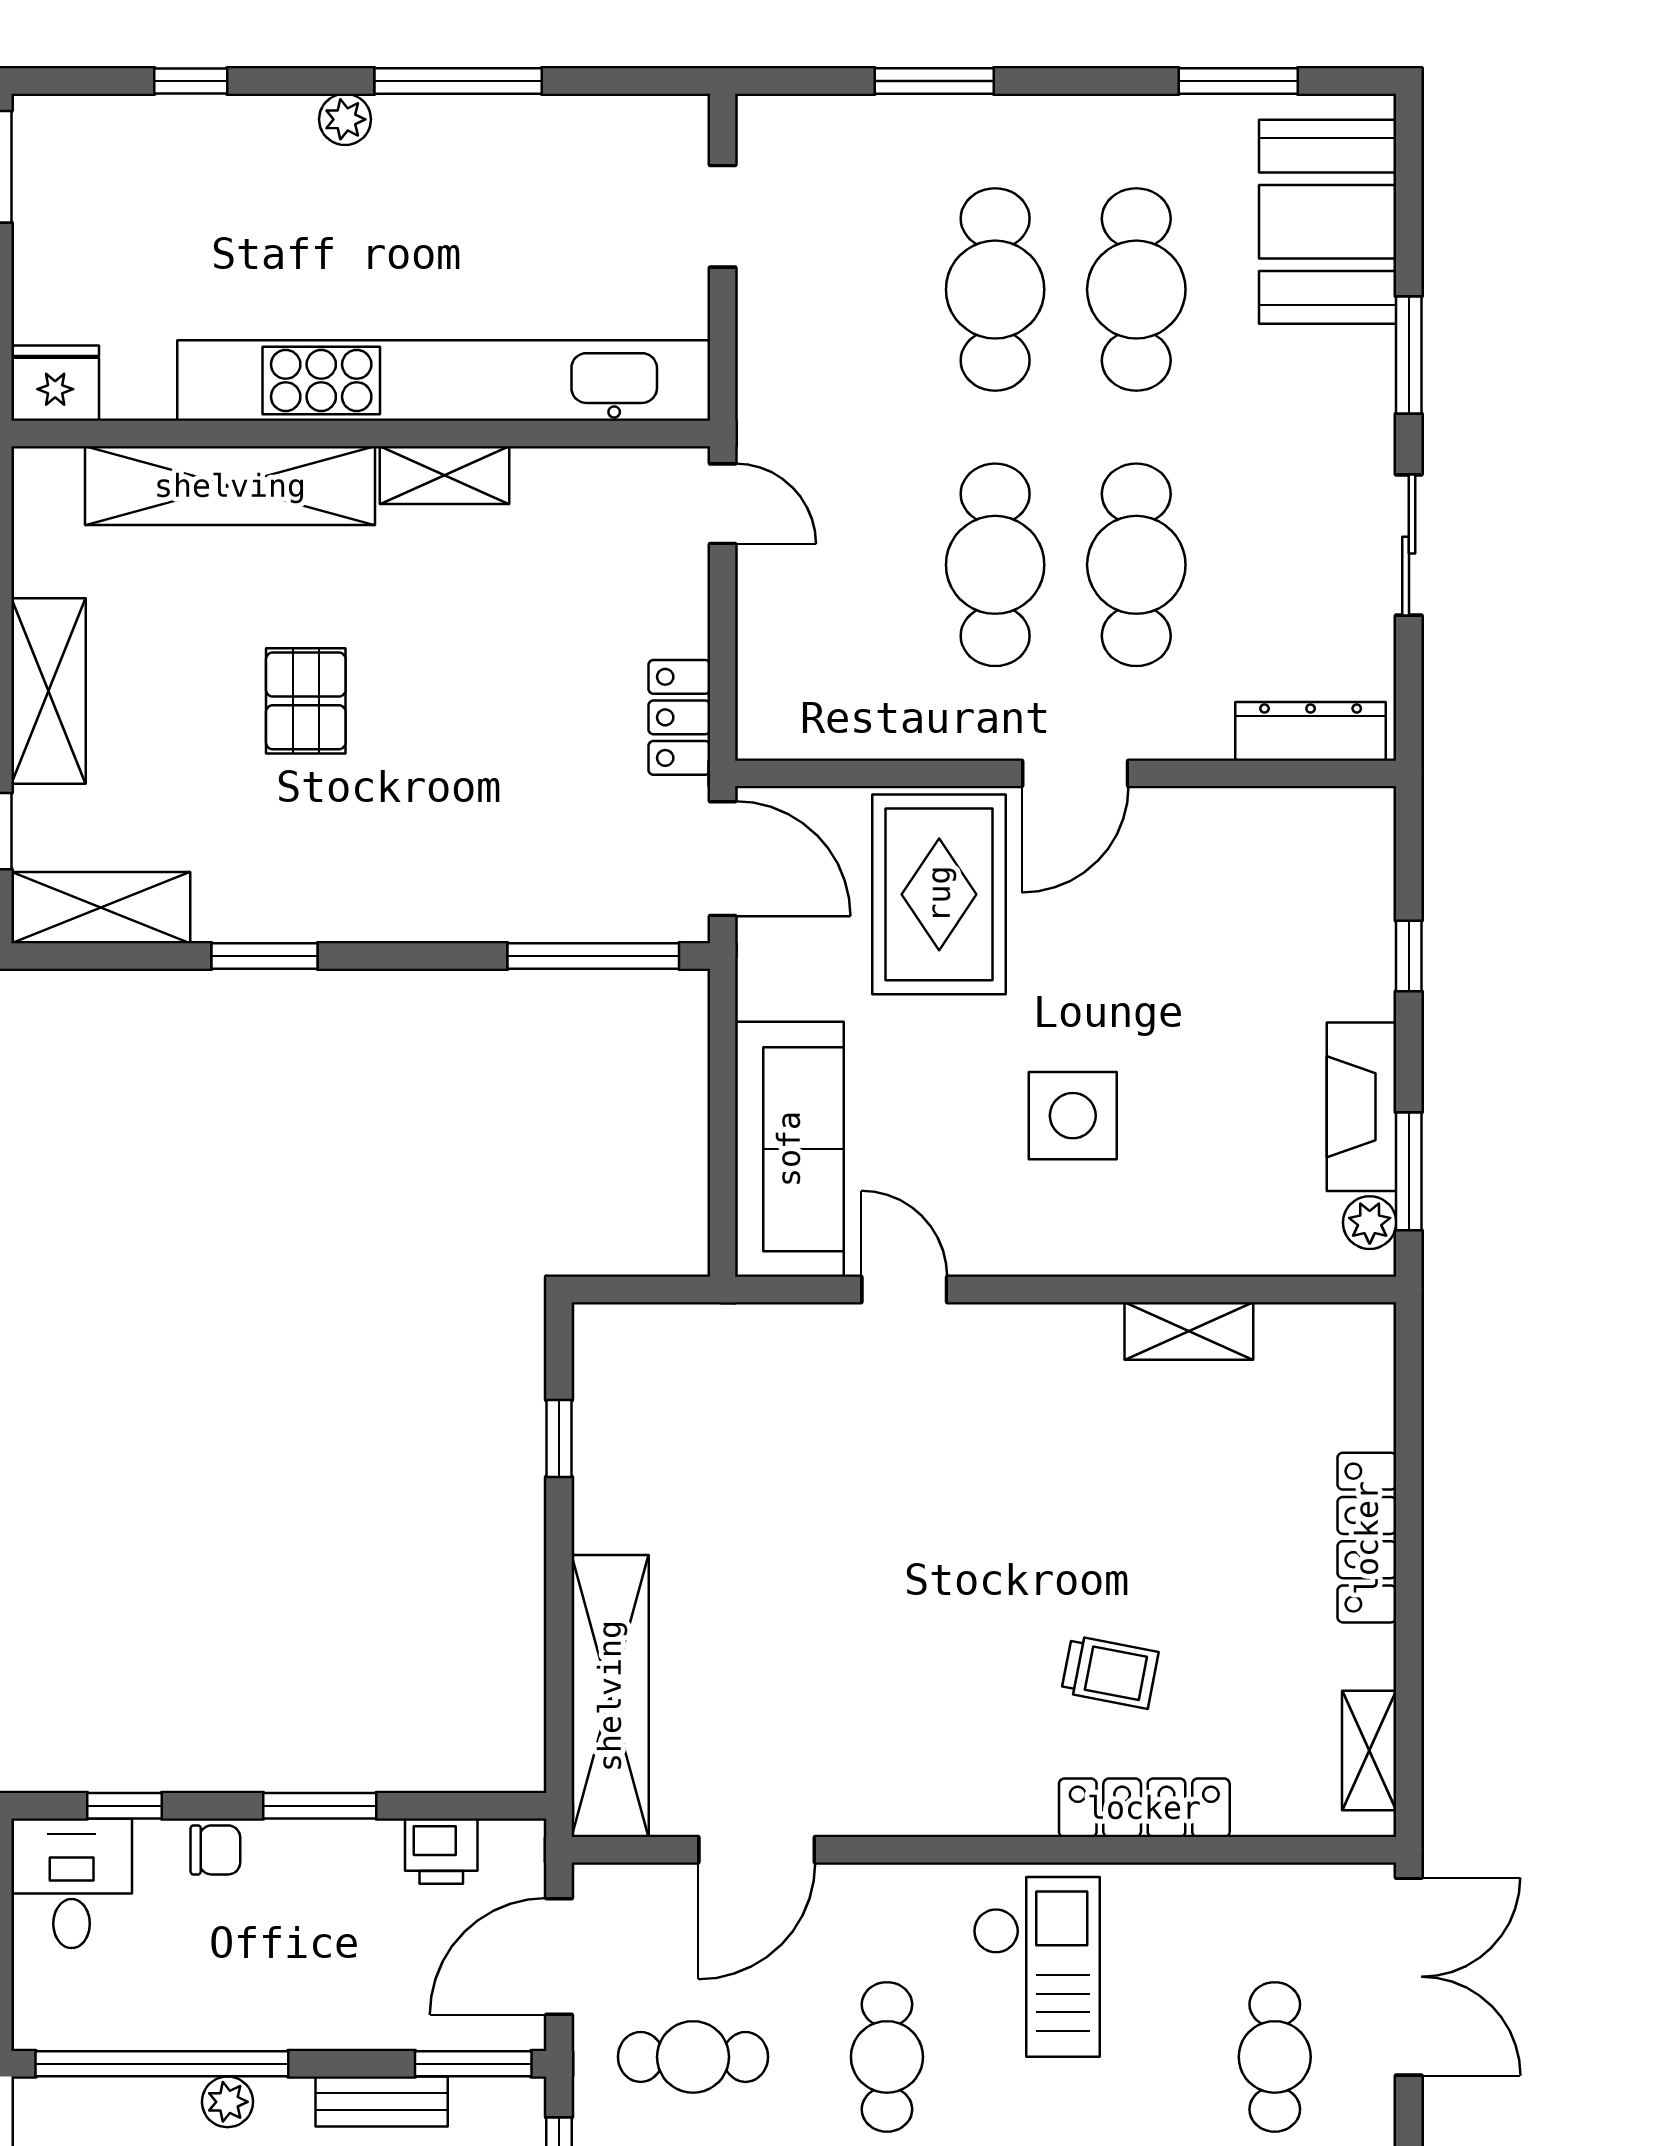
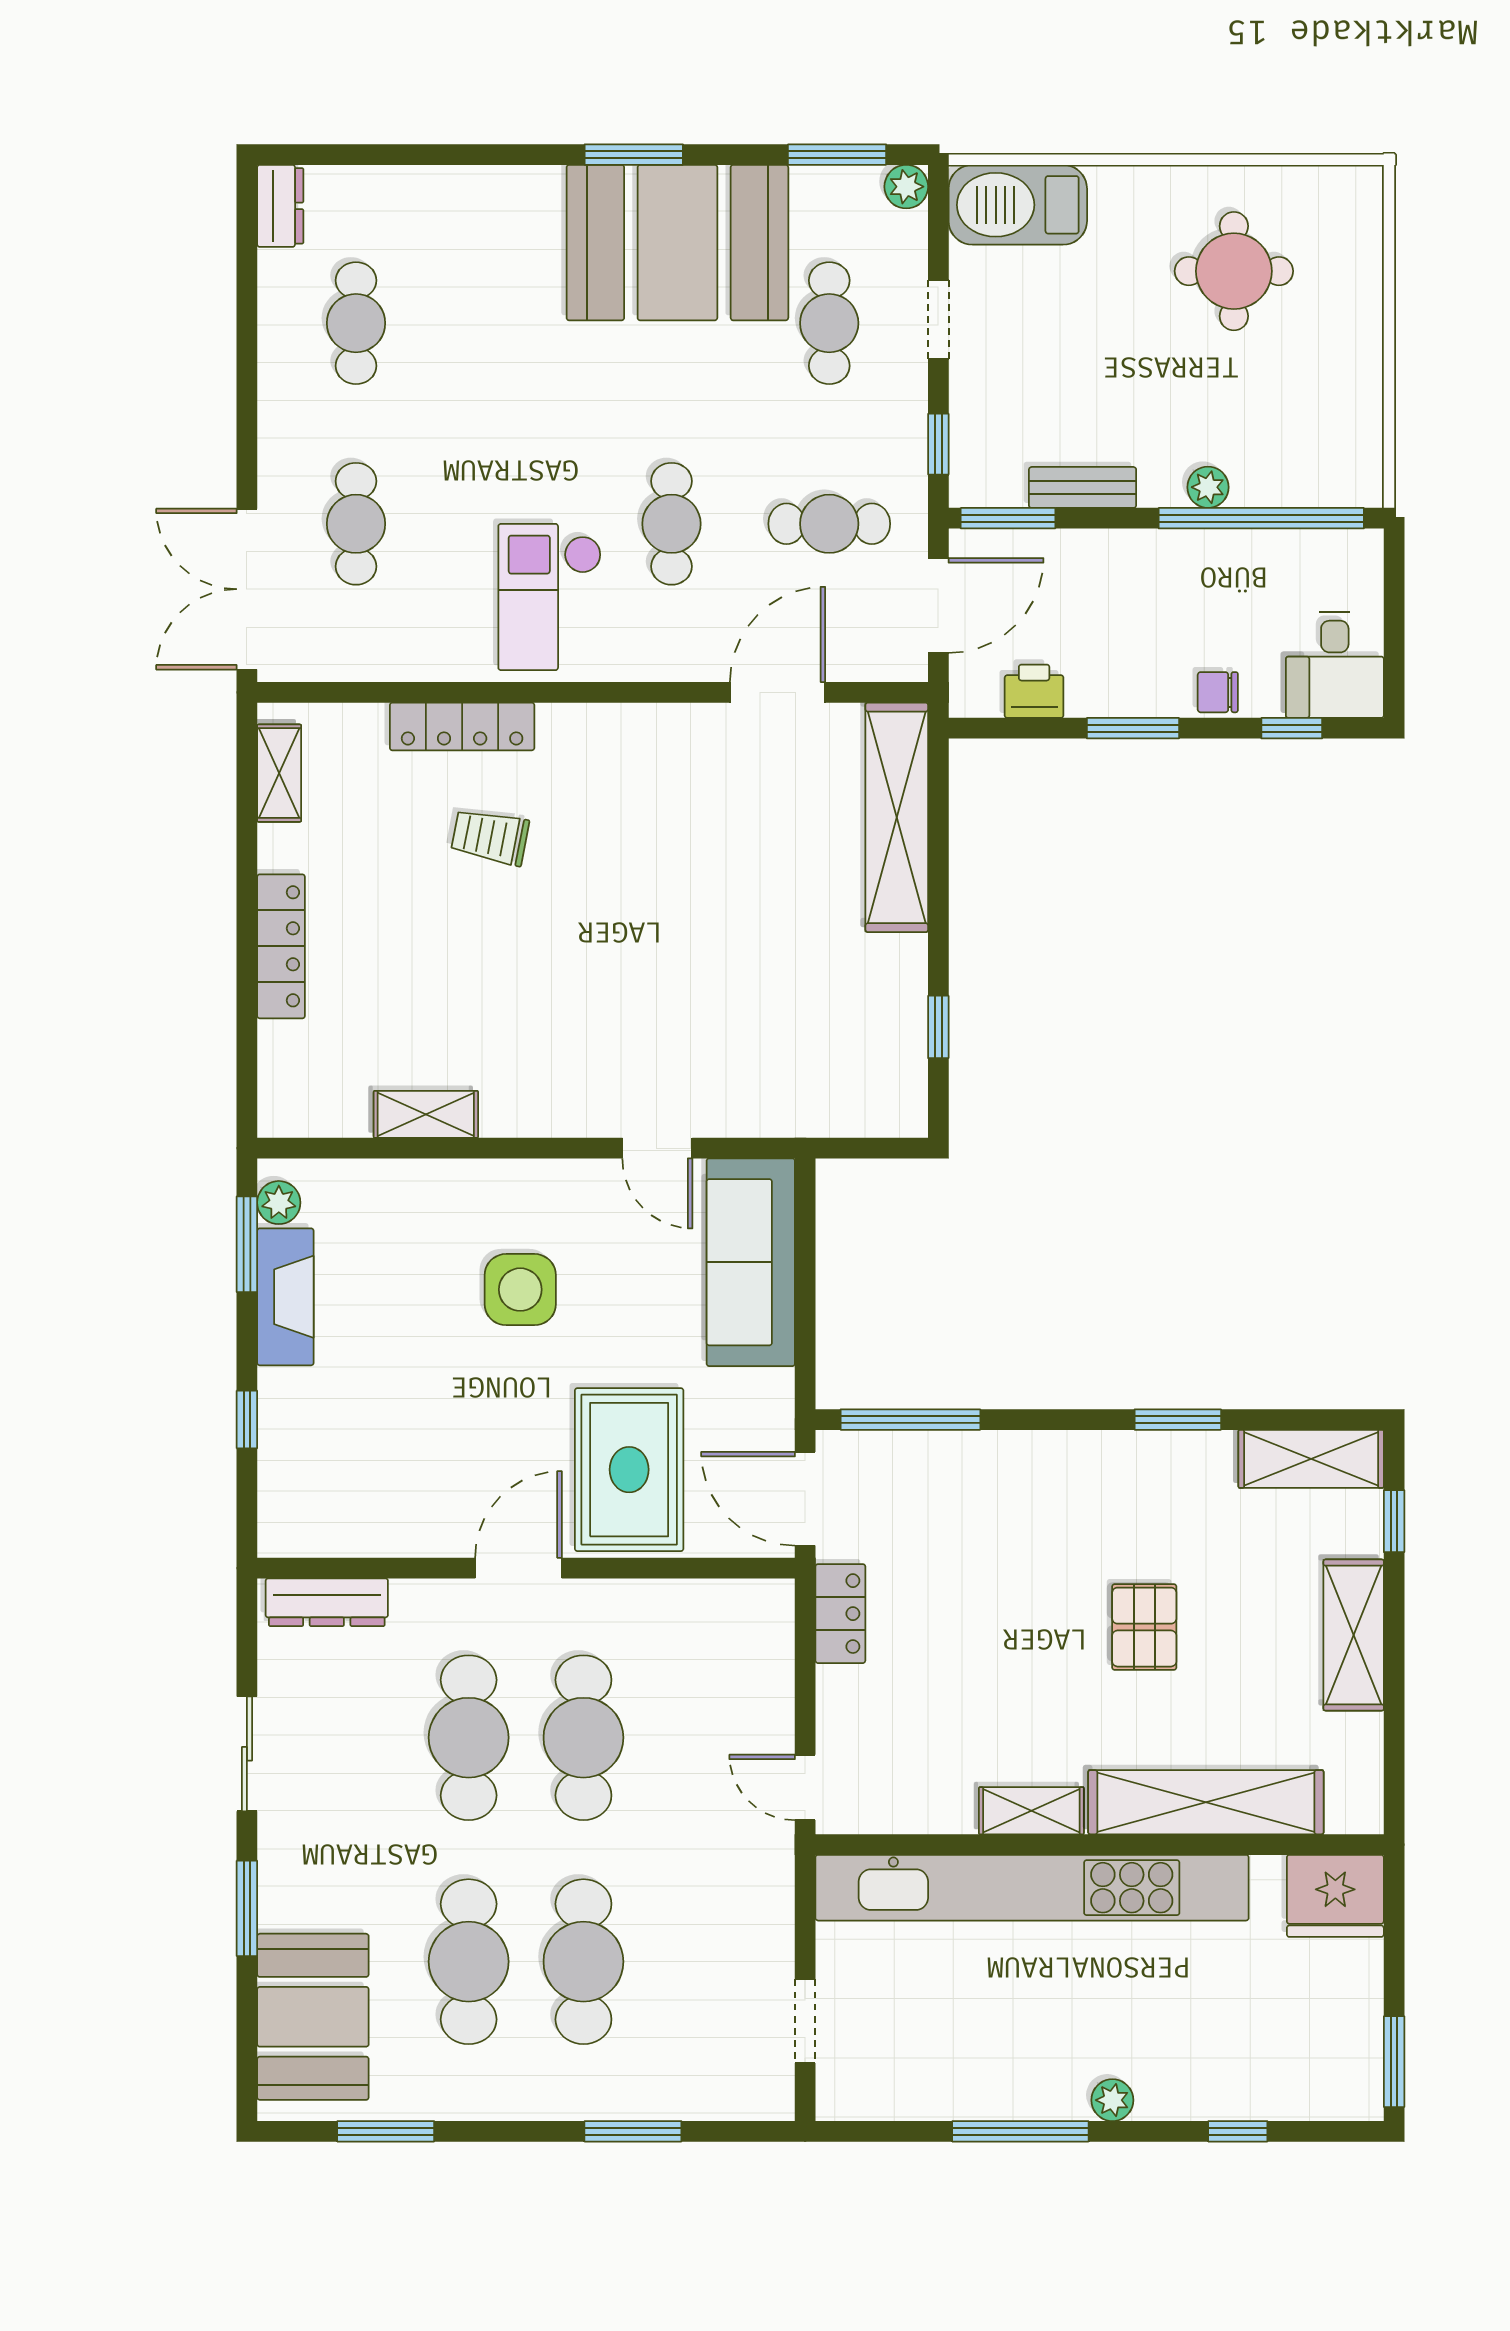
fridge: (55, 383) -> (1335, 1896), width x1.36, depth x1.34

